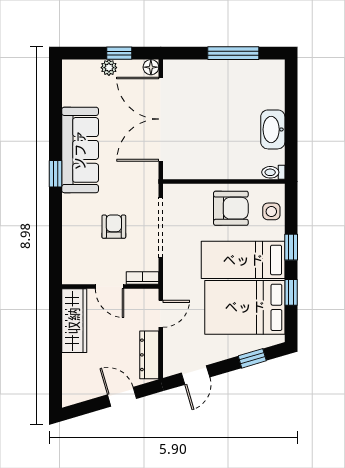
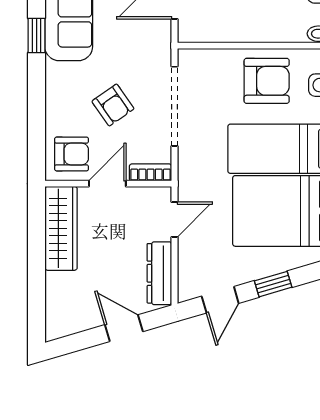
armchair: (114, 227) -> (113, 105), turned 145
armchair: (82, 264) -> (72, 154), added
door: (110, 287) -> (107, 184), swing flipped
window: (252, 358) -> (273, 284), moved

